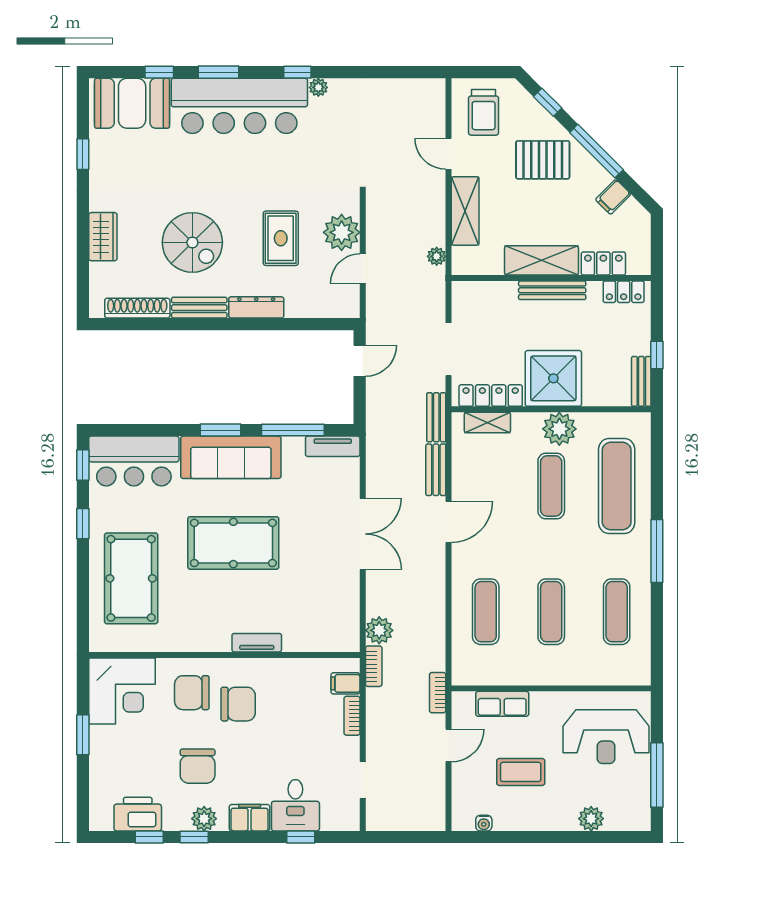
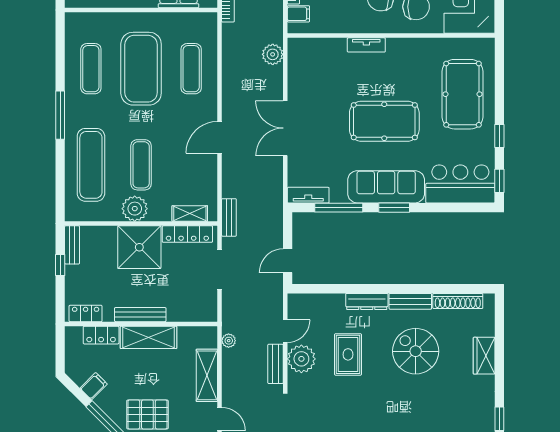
bench: (436, 470) -> (275, 364), moved
exercise mat: (551, 612) -> (141, 69), width x2.00, depth x1.45
bookcase: (374, 666) -> (277, 27), removed

